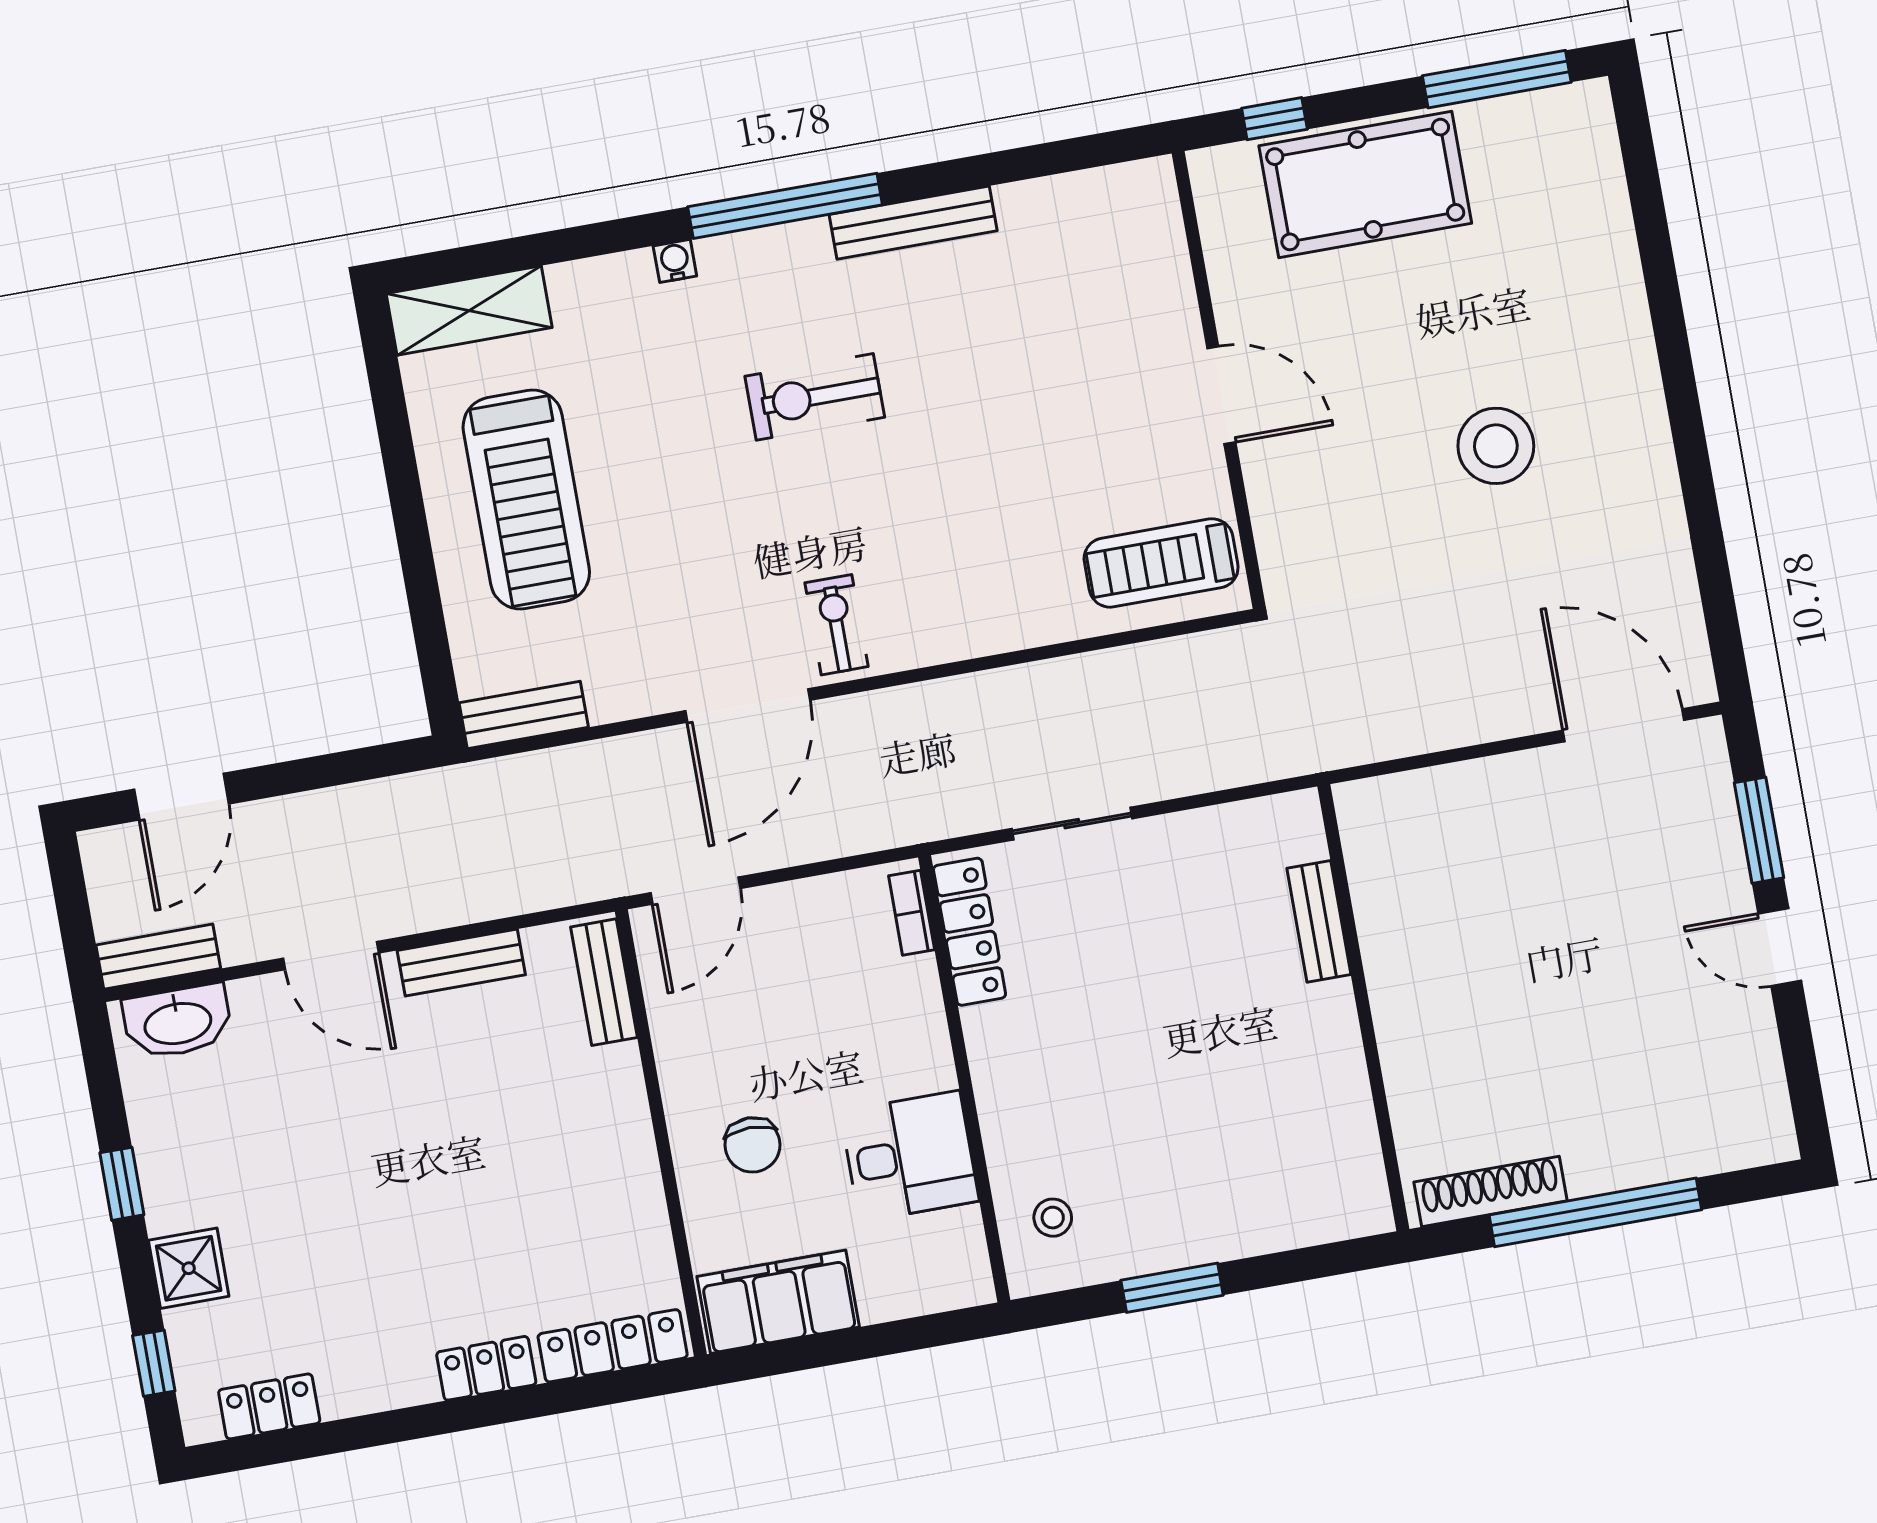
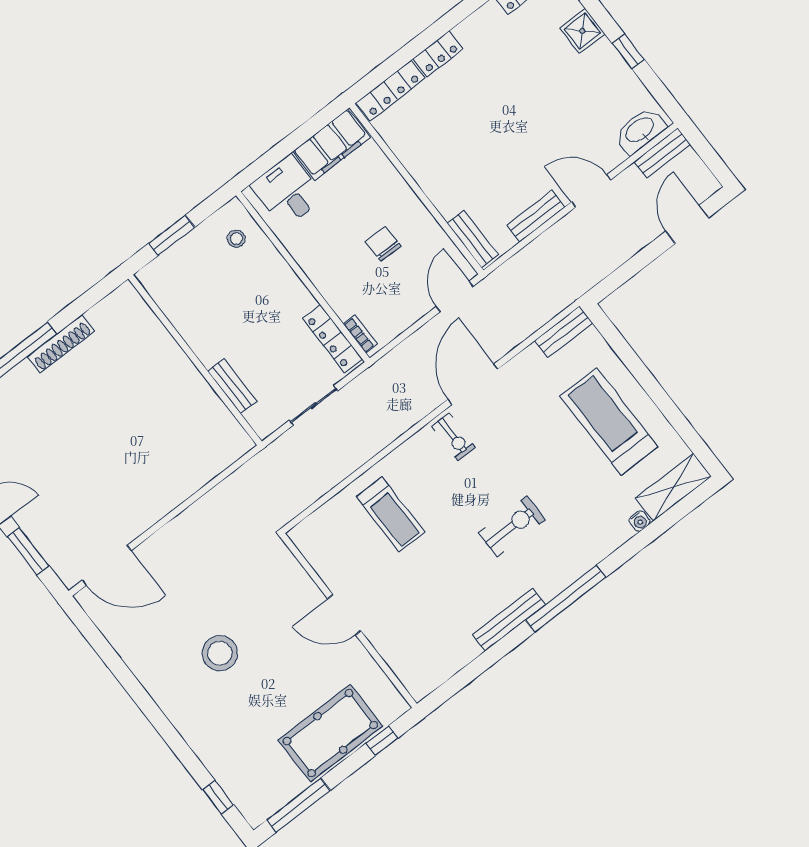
window: (1642, 174) -> (218, 797), added
water cooler: (675, 261) -> (639, 521), moved
treadmill: (1161, 563) -> (390, 514), moved, turned 90
bench: (1319, 921) -> (232, 386), moved
wall: (1363, 1008) -> (195, 360), moved
chair: (752, 1145) -> (383, 244), moved
desk: (909, 1156) -> (287, 191), moved, turned 90

